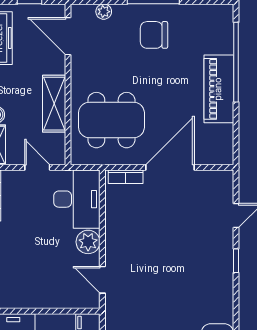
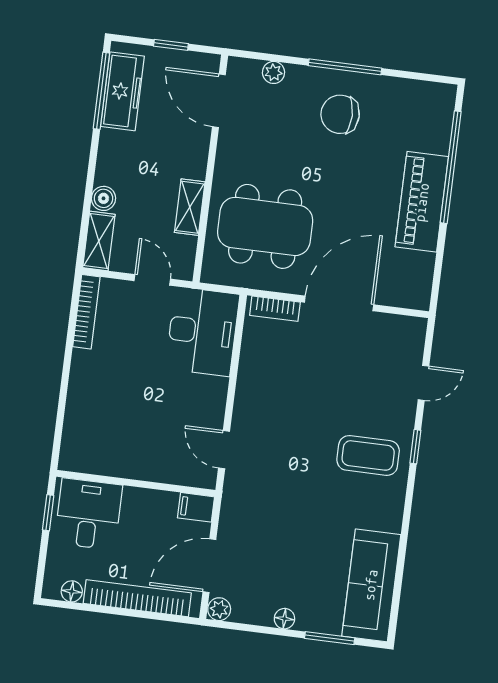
shelving: (54, 104) -> (190, 207), width x0.67, depth x0.75
plant: (88, 242) -> (211, 394), removed
coffee table: (204, 271) -> (368, 455), added

